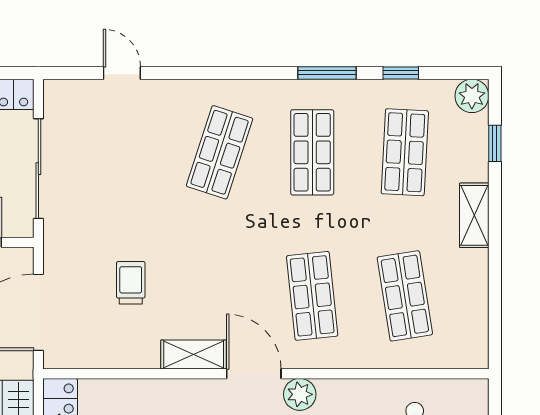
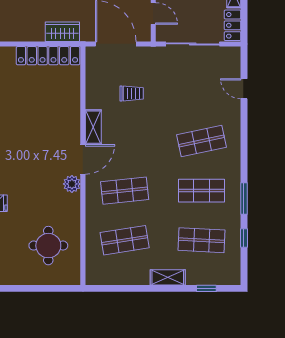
door: (122, 73) -> (244, 89), swing flipped
plant: (472, 96) -> (232, 276), removed
shop shelf: (220, 152) -> (202, 141), turned -30

